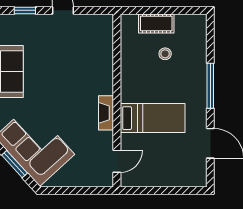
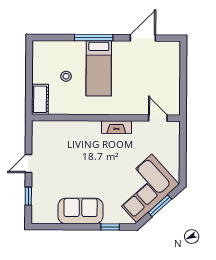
cot: (156, 23) -> (40, 99), moved
bed: (153, 118) -> (99, 68), moved, turned 180

